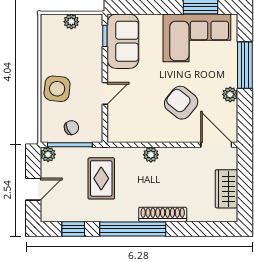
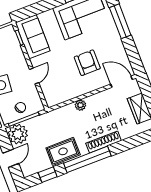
plant: (230, 94) -> (118, 45), removed
armchair: (181, 103) -> (87, 63), turned 51
plant: (48, 154) -> (18, 134), width x1.87, depth x1.87
rug: (101, 178) -> (63, 151), moved, turned 90

